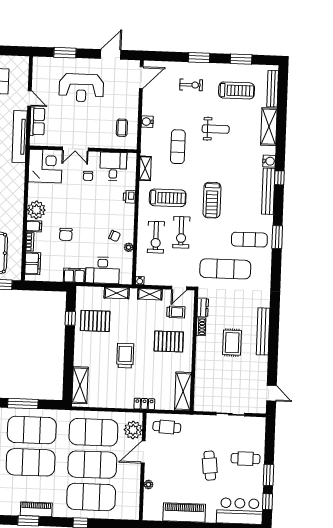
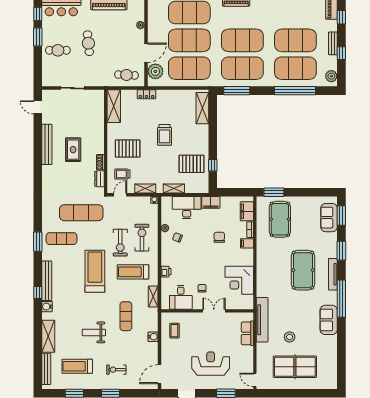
door: (29, 98) -> (255, 380), moved
corner desk: (45, 166) -> (239, 280), moved
treadmill: (212, 200) -> (95, 271), width x1.37, depth x1.38
plant: (36, 210) -> (245, 257), removed
exercise bike: (181, 232) -> (120, 243), turned 180
bench: (263, 331) -> (47, 144), moved
window: (23, 404) -> (237, 91), moved

